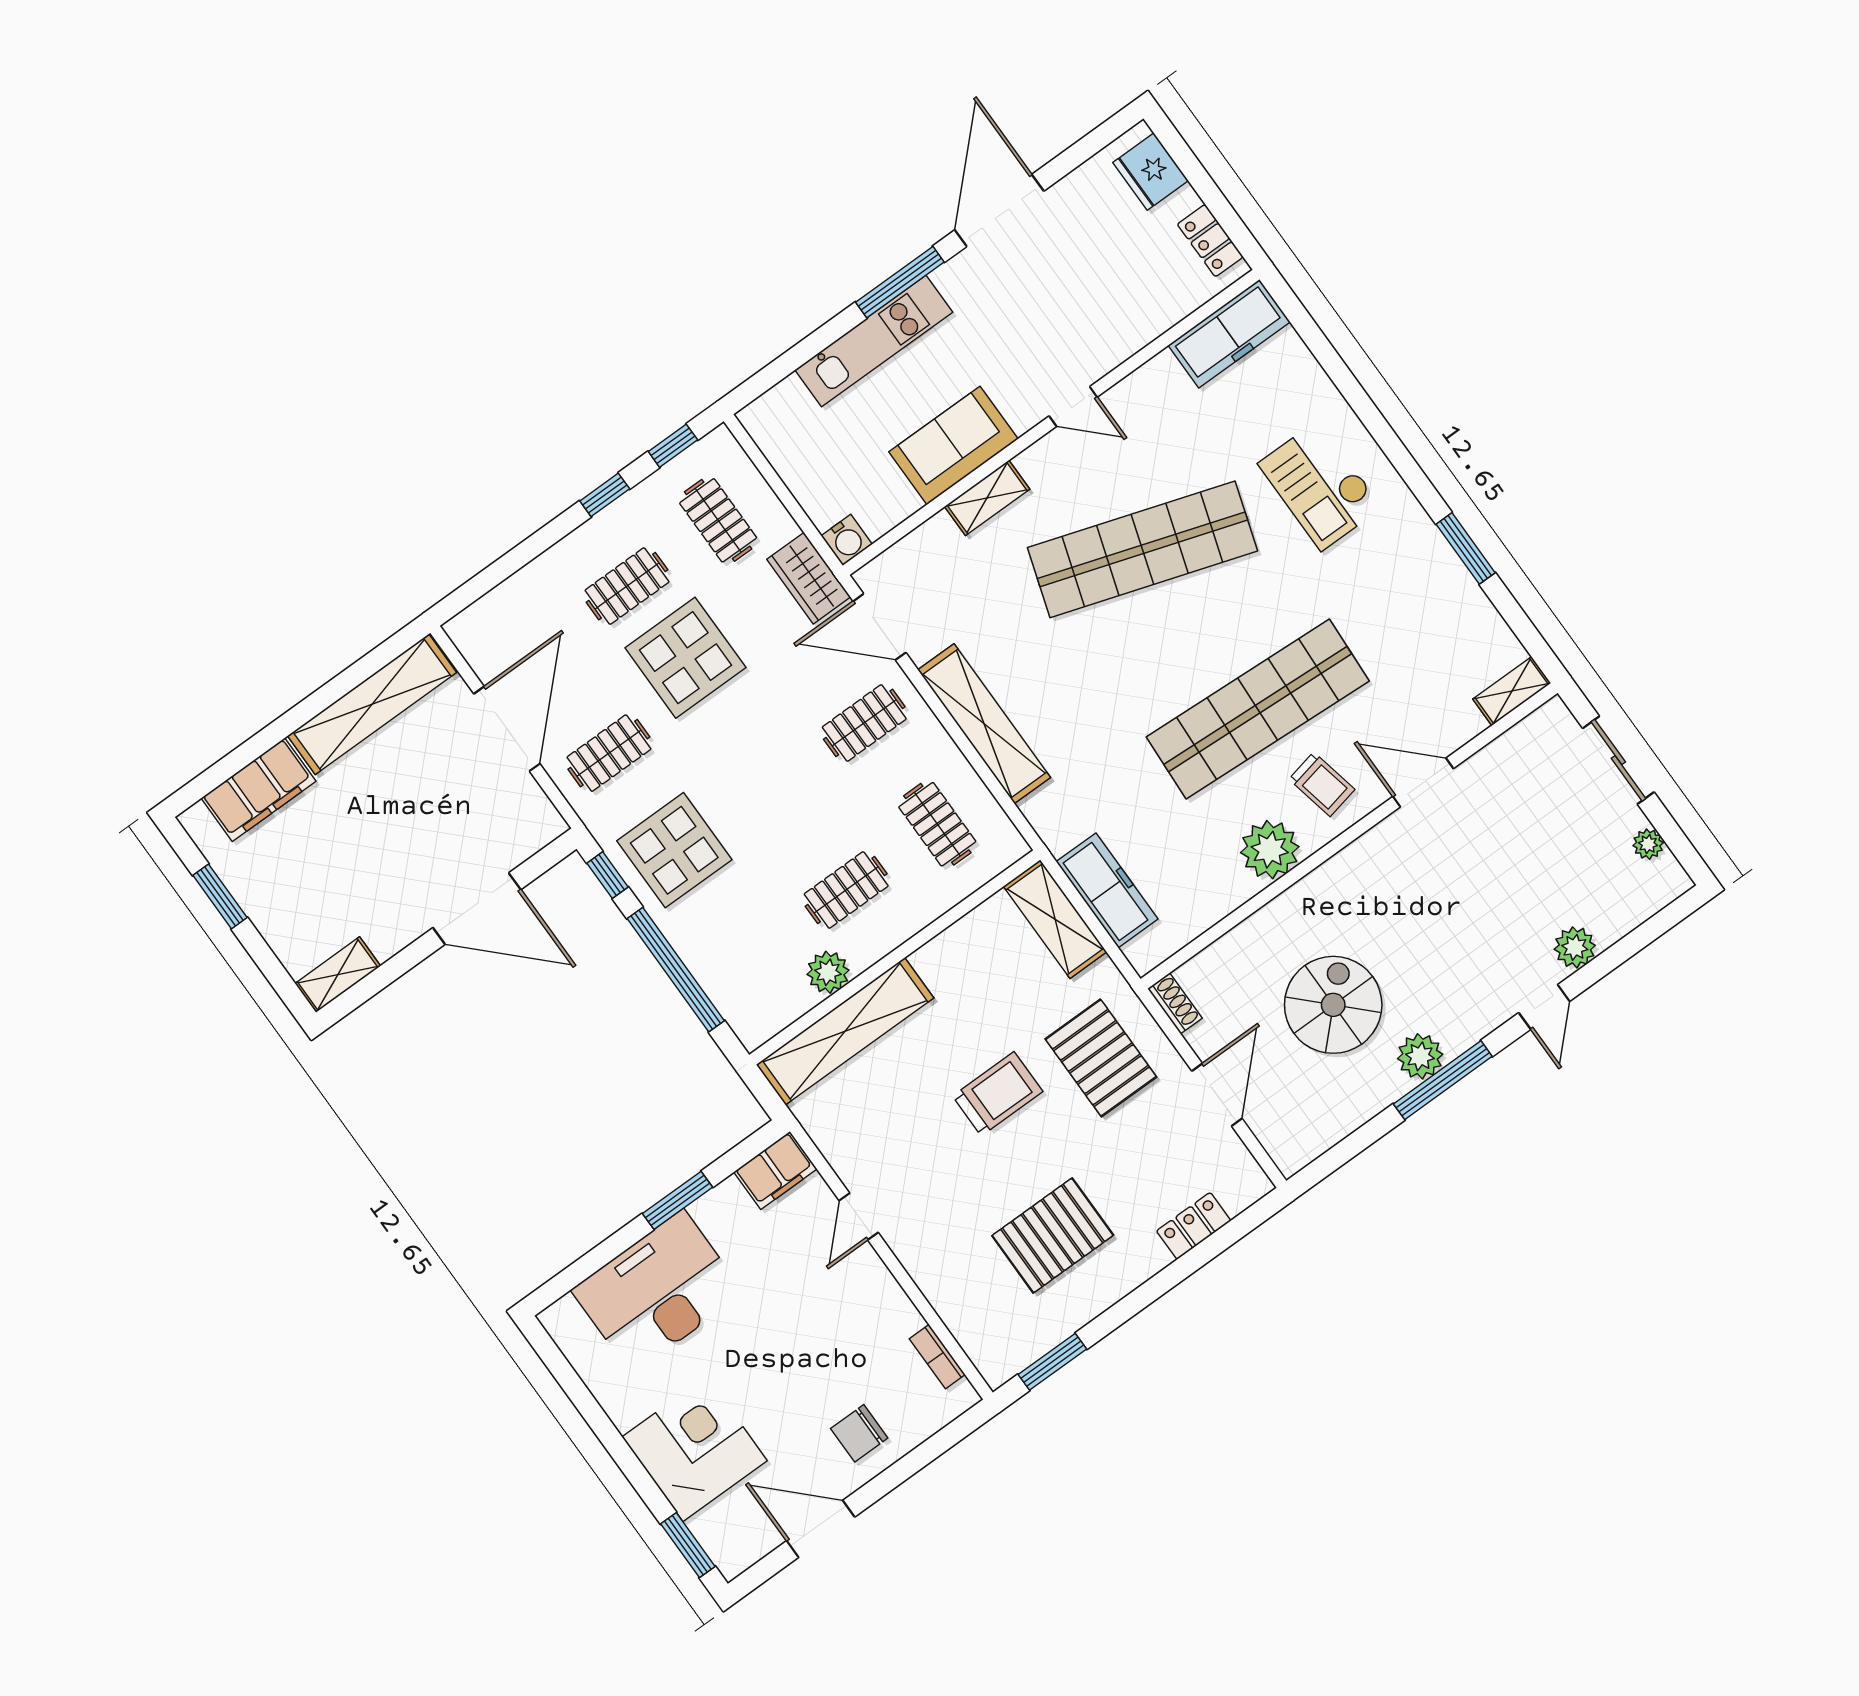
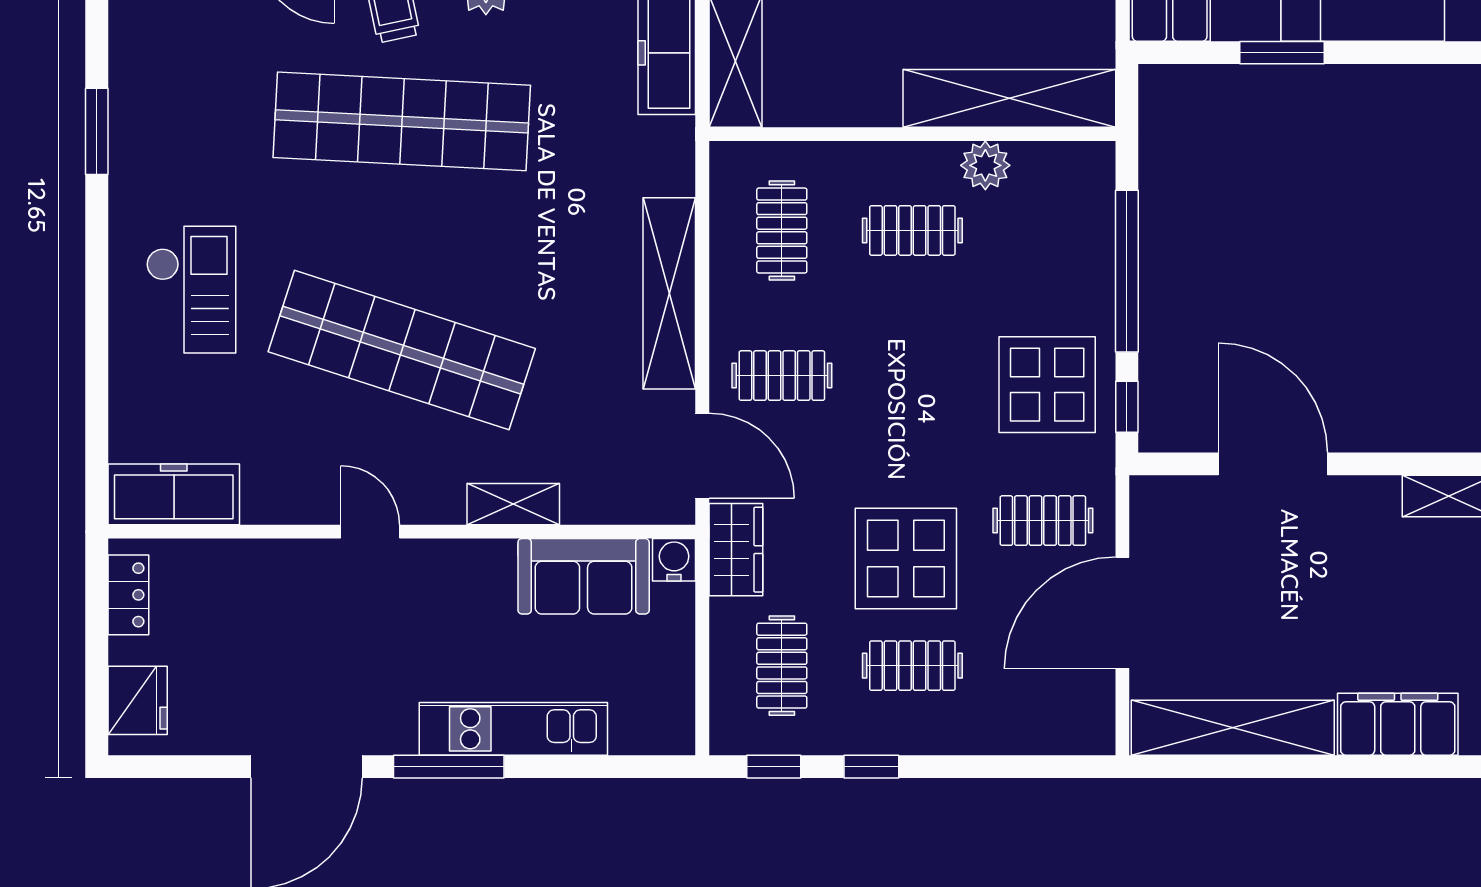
sofa: (954, 445) -> (584, 576), moved

